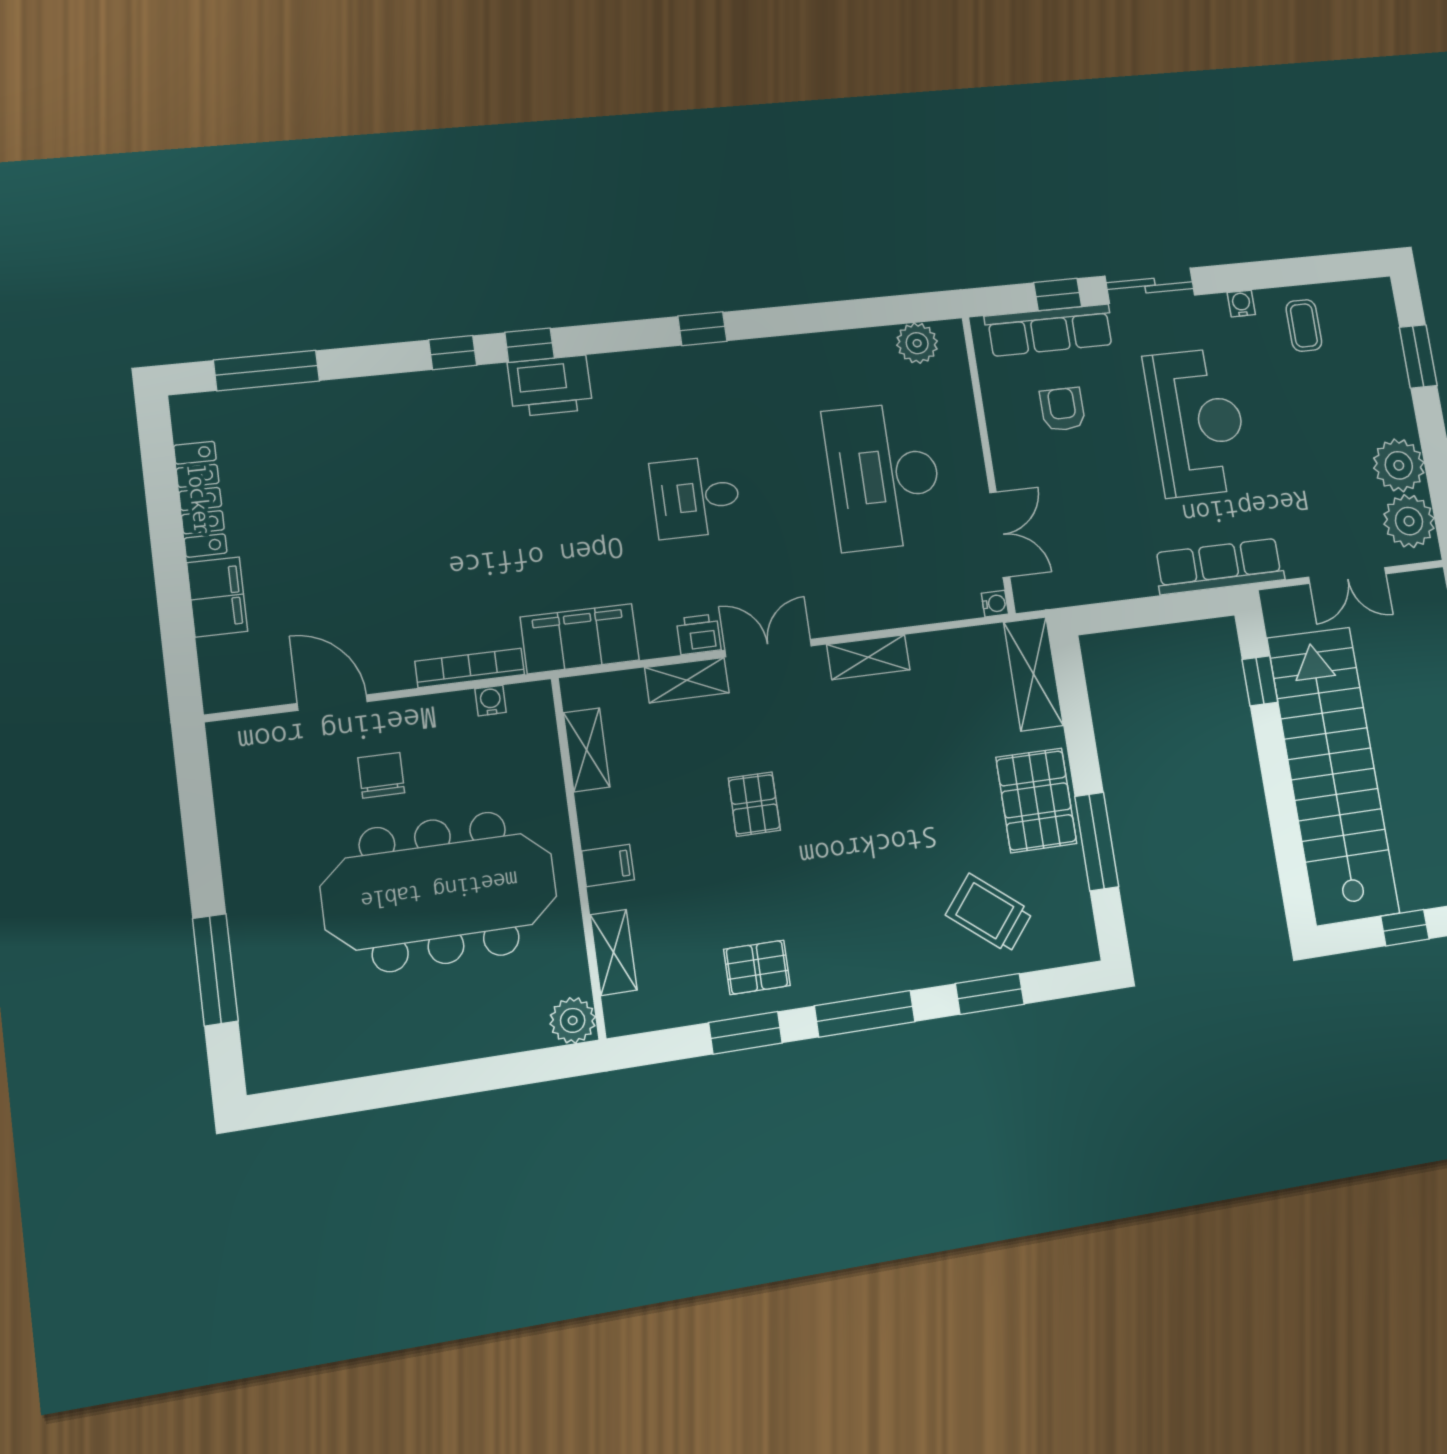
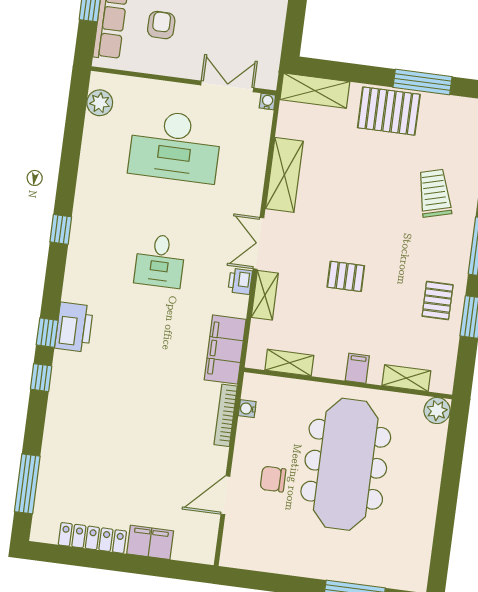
armchair: (1063, 409) -> (161, 25), turned 90
shelving: (868, 657) -> (284, 175), width x1.50, depth x1.33
trolley: (989, 913) -> (435, 193), moved, turned 126

